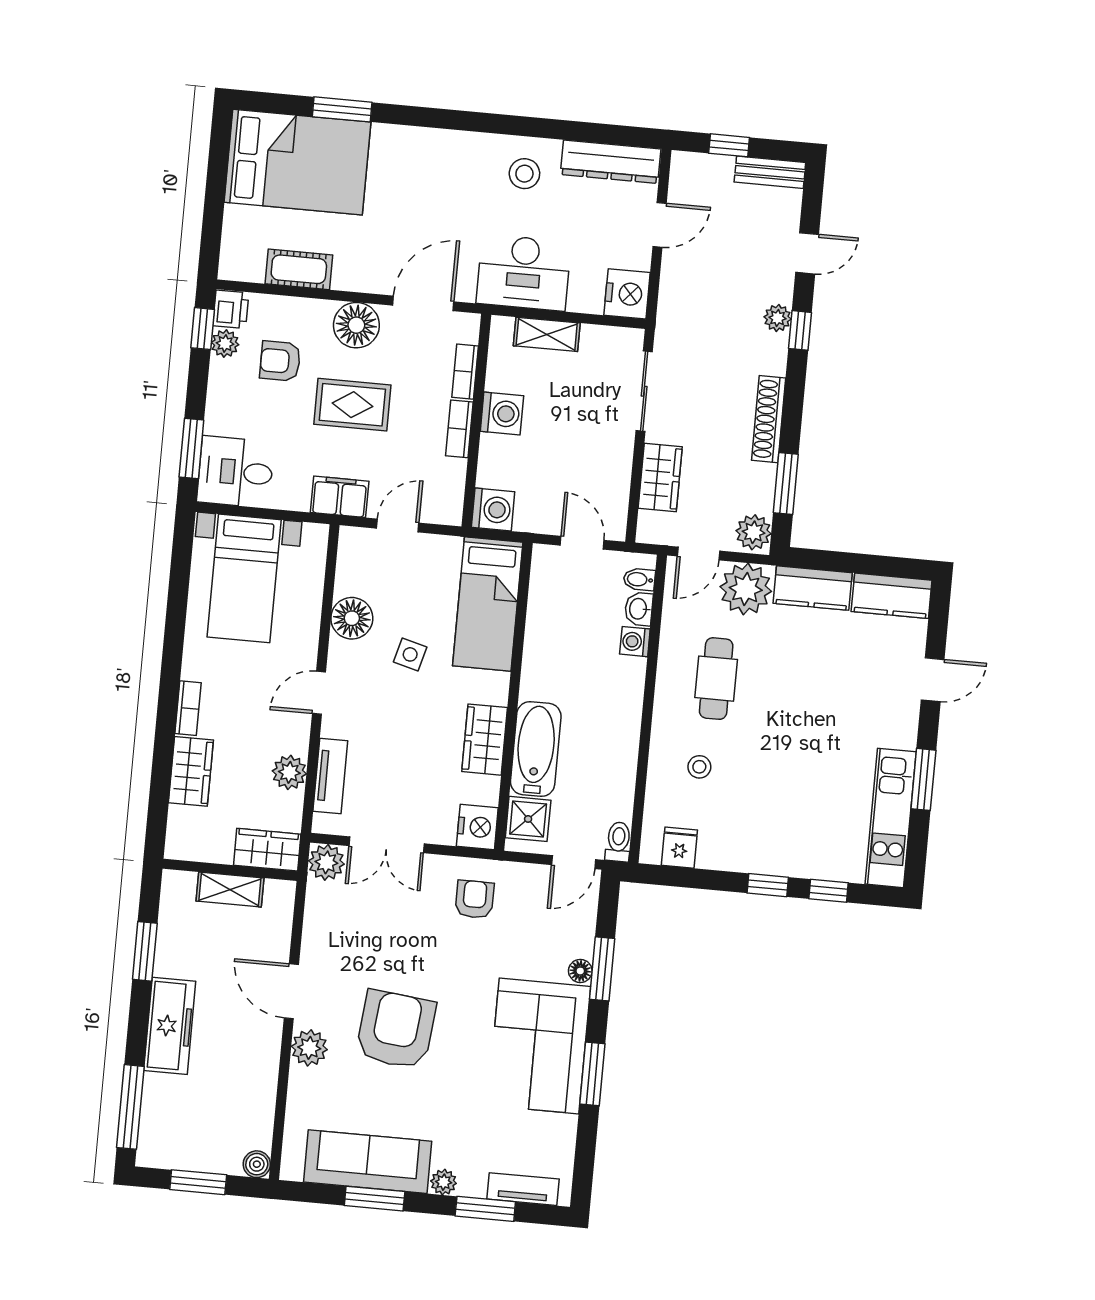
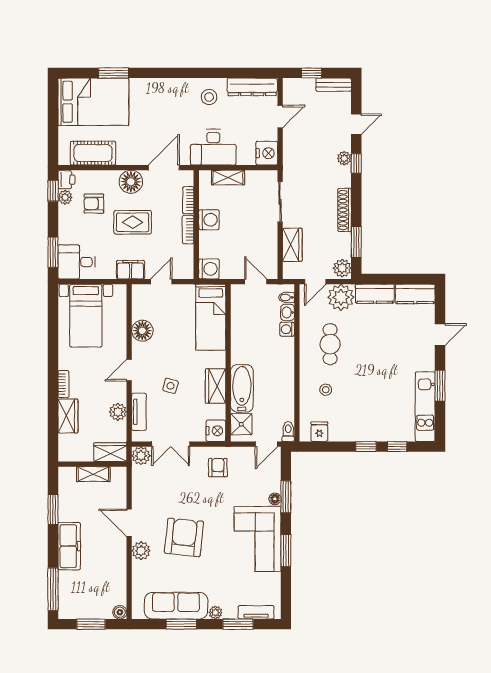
cot: (299, 269) -> (93, 153), width x1.37, depth x1.34
side table: (410, 654) -> (170, 386), moved

